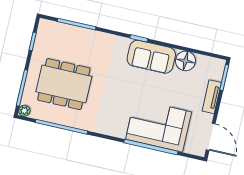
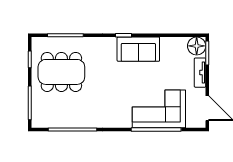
floor lamp: (186, 61) -> (197, 46), moved
dining table: (64, 84) -> (61, 72), moved
plant: (24, 111) -> (37, 123), removed

